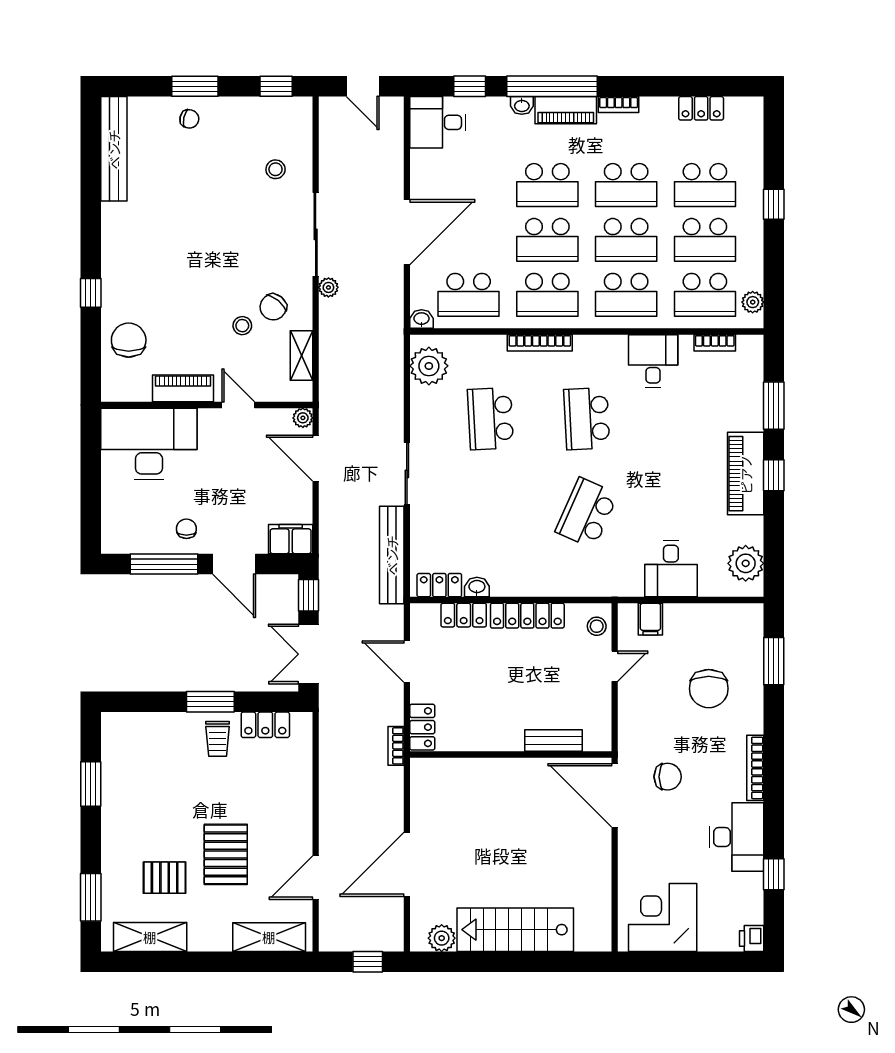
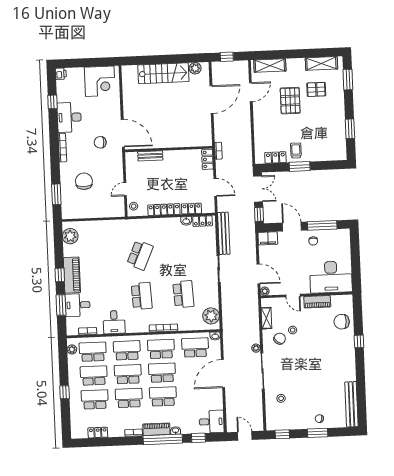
chair: (129, 340) -> (342, 322), turned 90
desk: (671, 569) -> (78, 305), moved, turned -90
filing cabinet: (650, 619) -> (110, 210), removed

